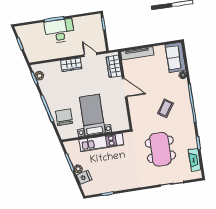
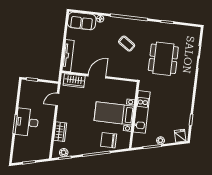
wardrobe: (71, 65) -> (60, 132), moved
dining table: (160, 149) -> (163, 59), turned 90
fireplace: (195, 160) -> (182, 30), removed
fridge: (84, 177) -> (180, 136), moved

